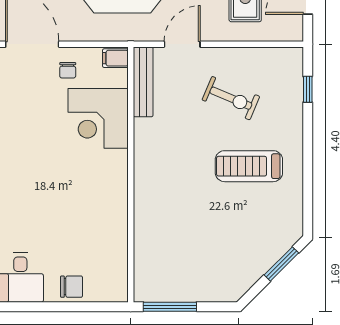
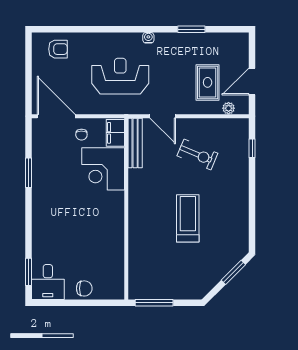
plant: (275, 33) -> (229, 108), added
door: (182, 44) -> (163, 116), swing flipped
filing cabinet: (115, 58) -> (115, 133), width x2.00
treadmill: (249, 166) -> (188, 218), moved, turned 90

